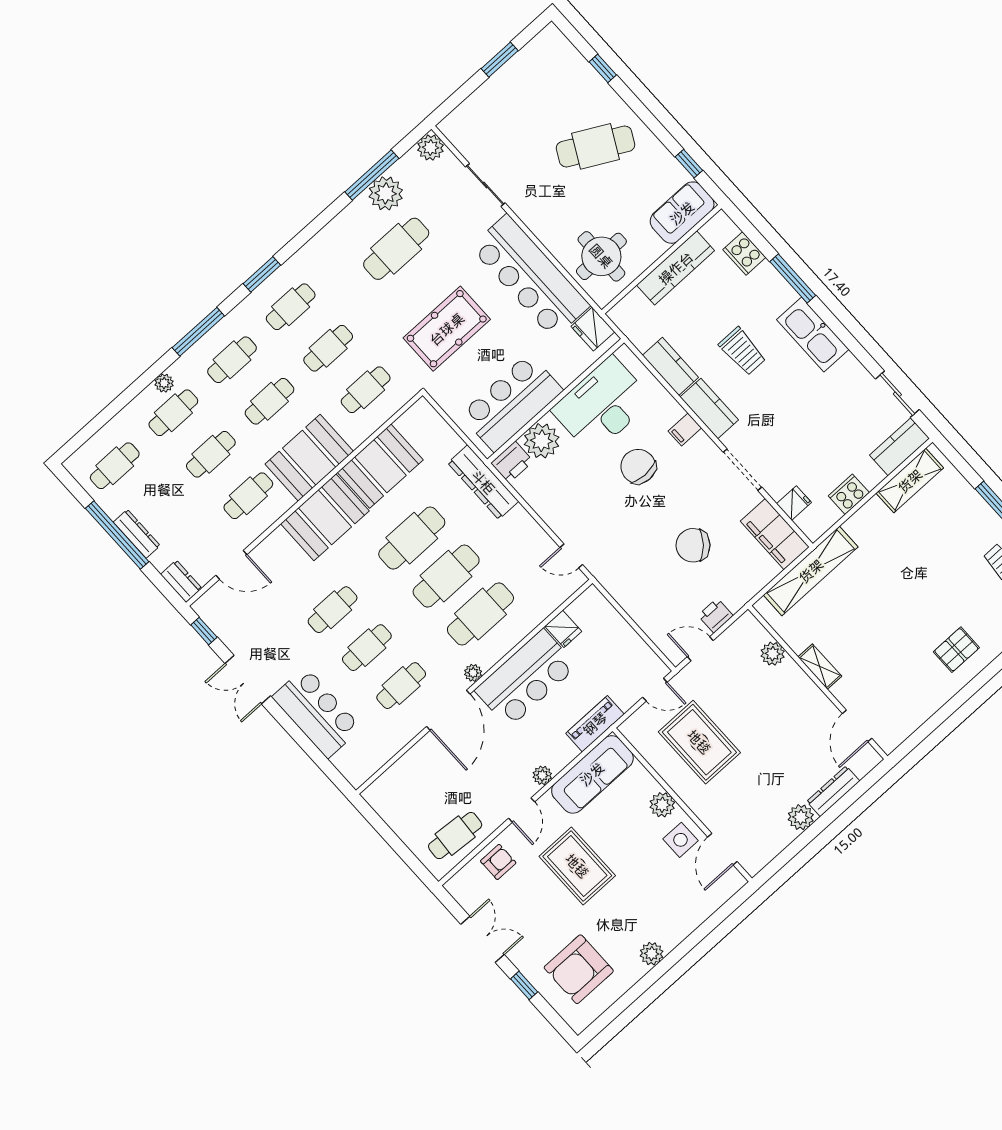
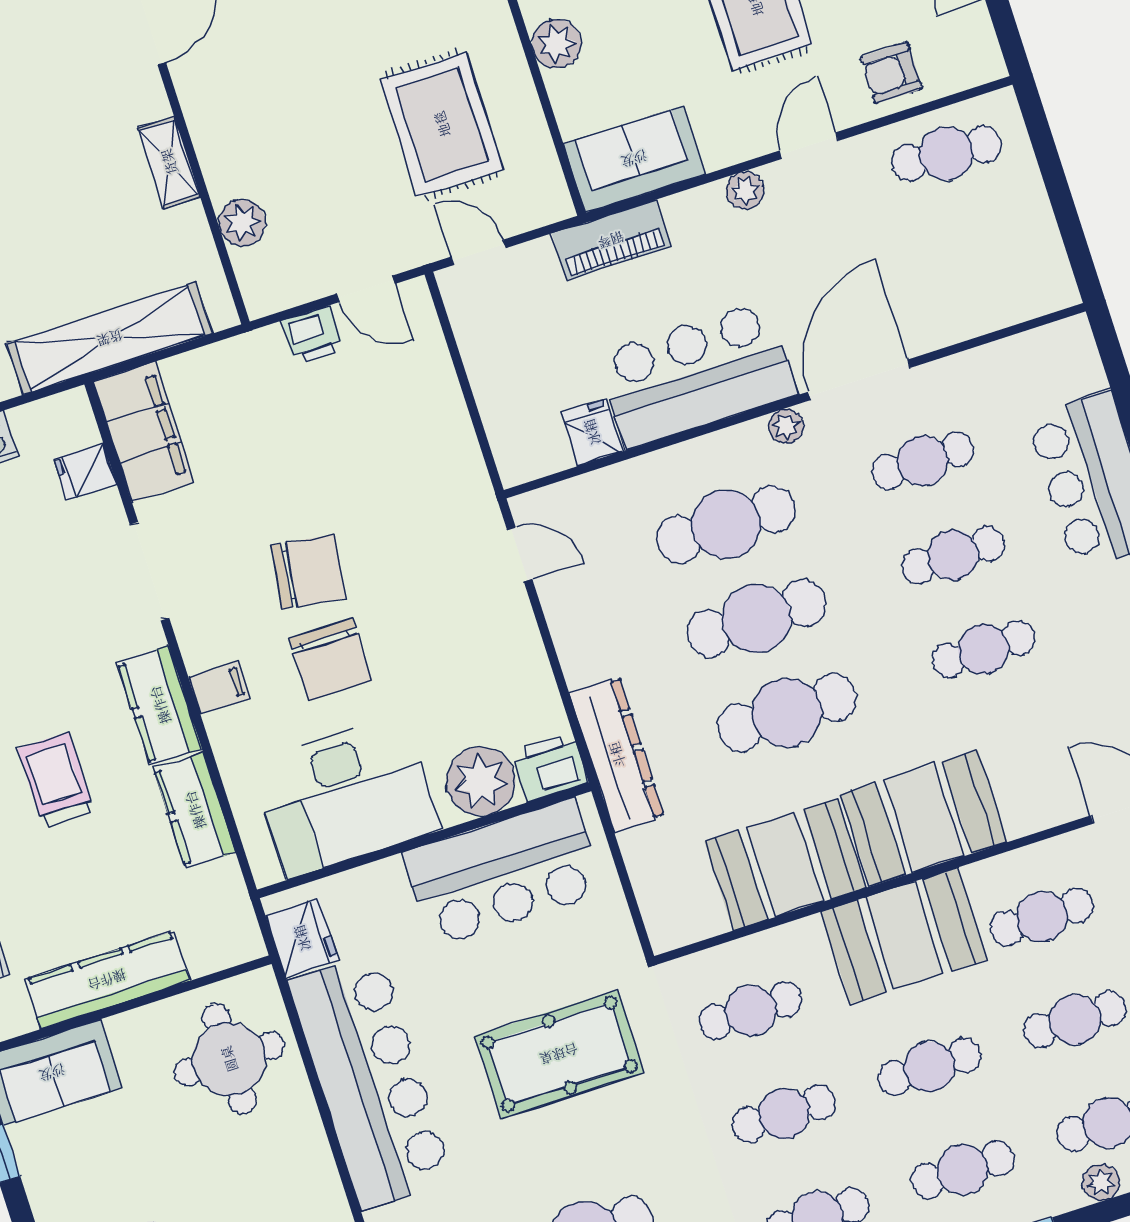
chair: (693, 545) -> (309, 572), moved, turned -33
sofa: (592, 774) -> (634, 159), width x0.73

